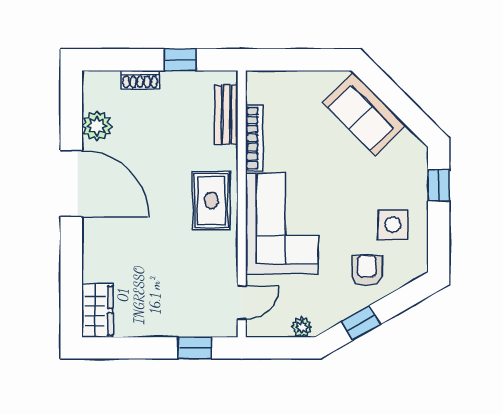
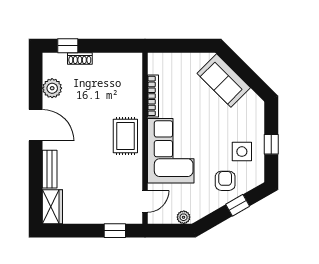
window: (180, 60) -> (68, 46), moved
bench: (226, 115) -> (50, 169), moved
door: (71, 184) -> (36, 125), width x0.73
window: (439, 185) -> (271, 144), moved
window: (361, 323) -> (238, 205), moved

